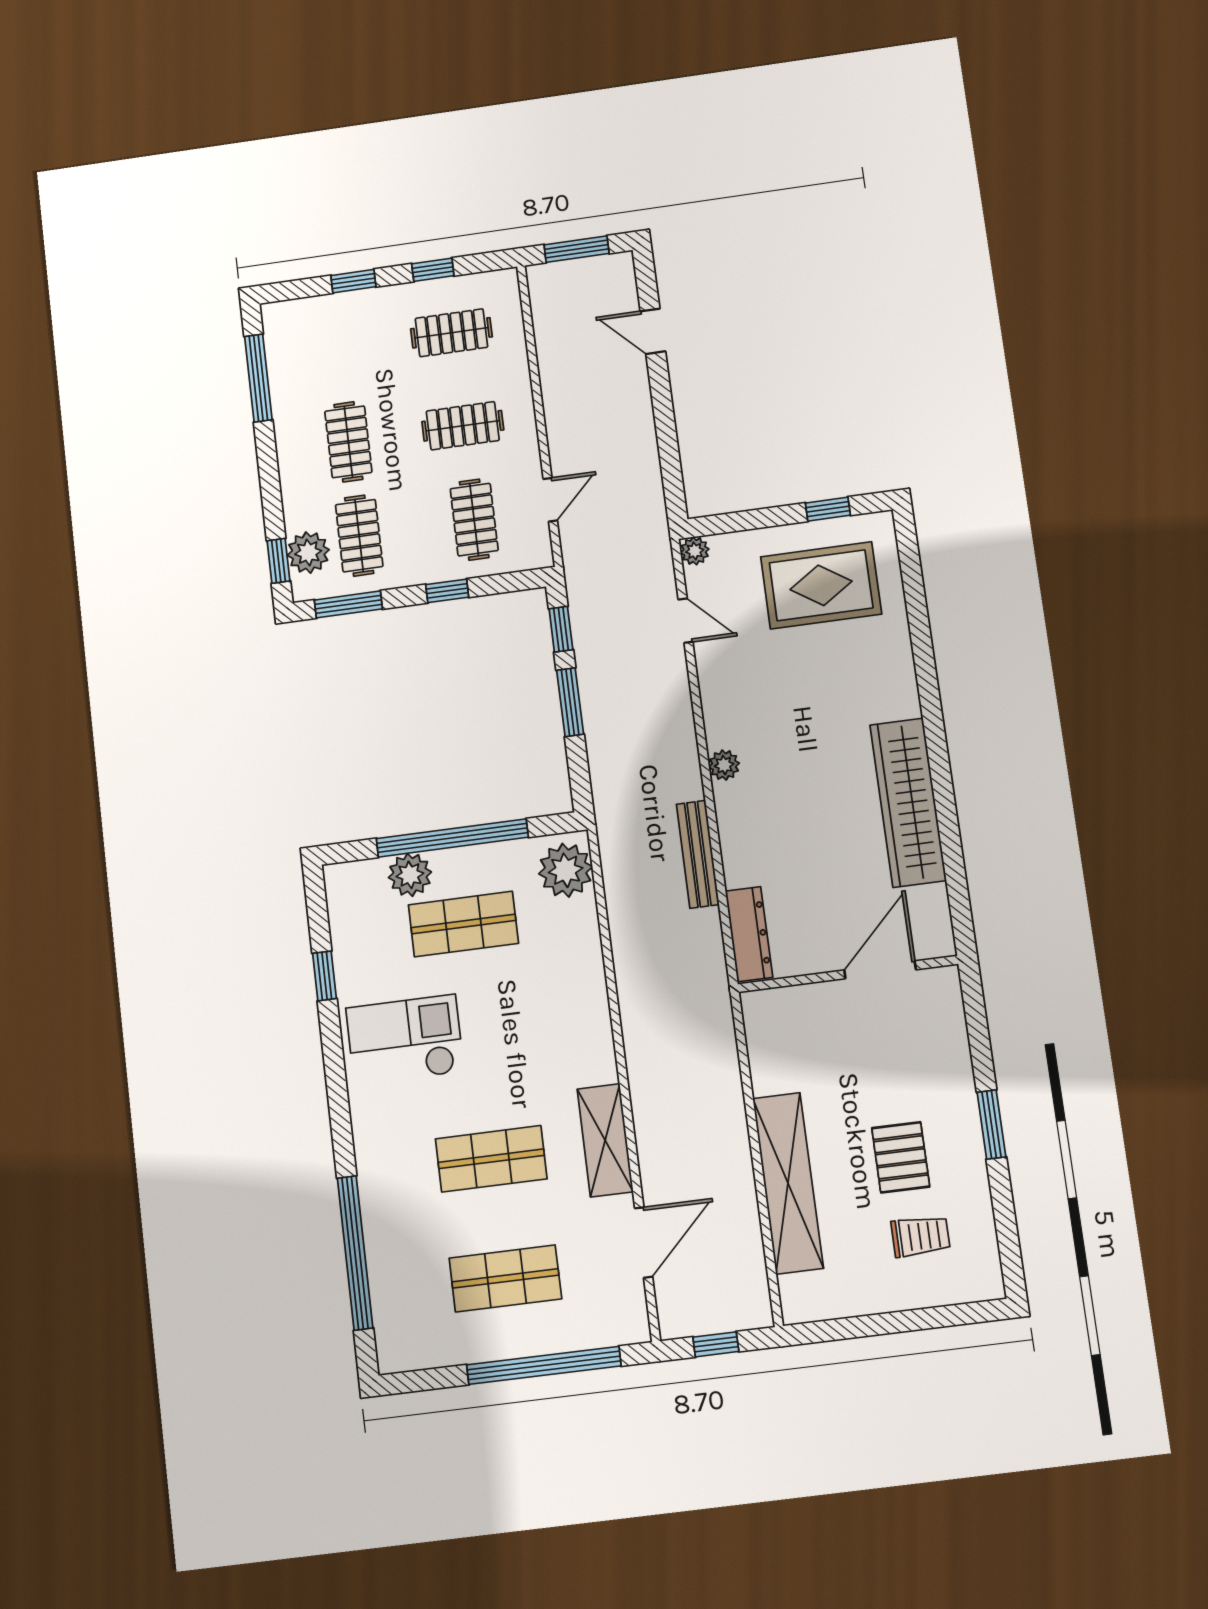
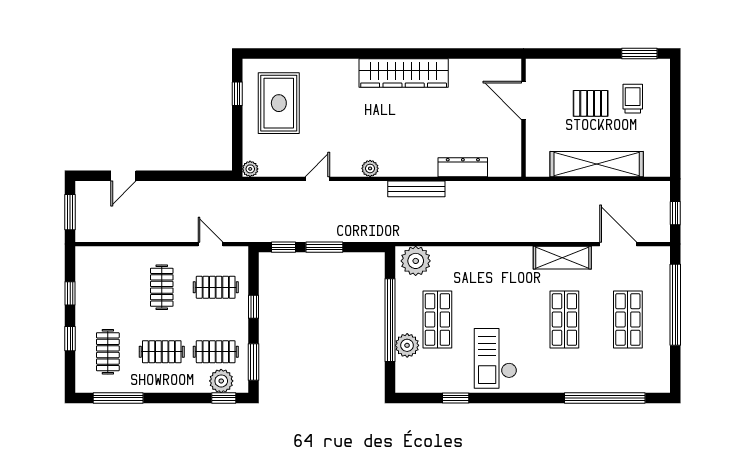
clothes rail: (451, 333) -> (108, 352), moved
door: (686, 621) -> (317, 179), moved
door: (880, 970) -> (524, 100), moved
wall: (848, 974) -> (524, 118), moved
window: (991, 1124) -> (639, 54), moved

